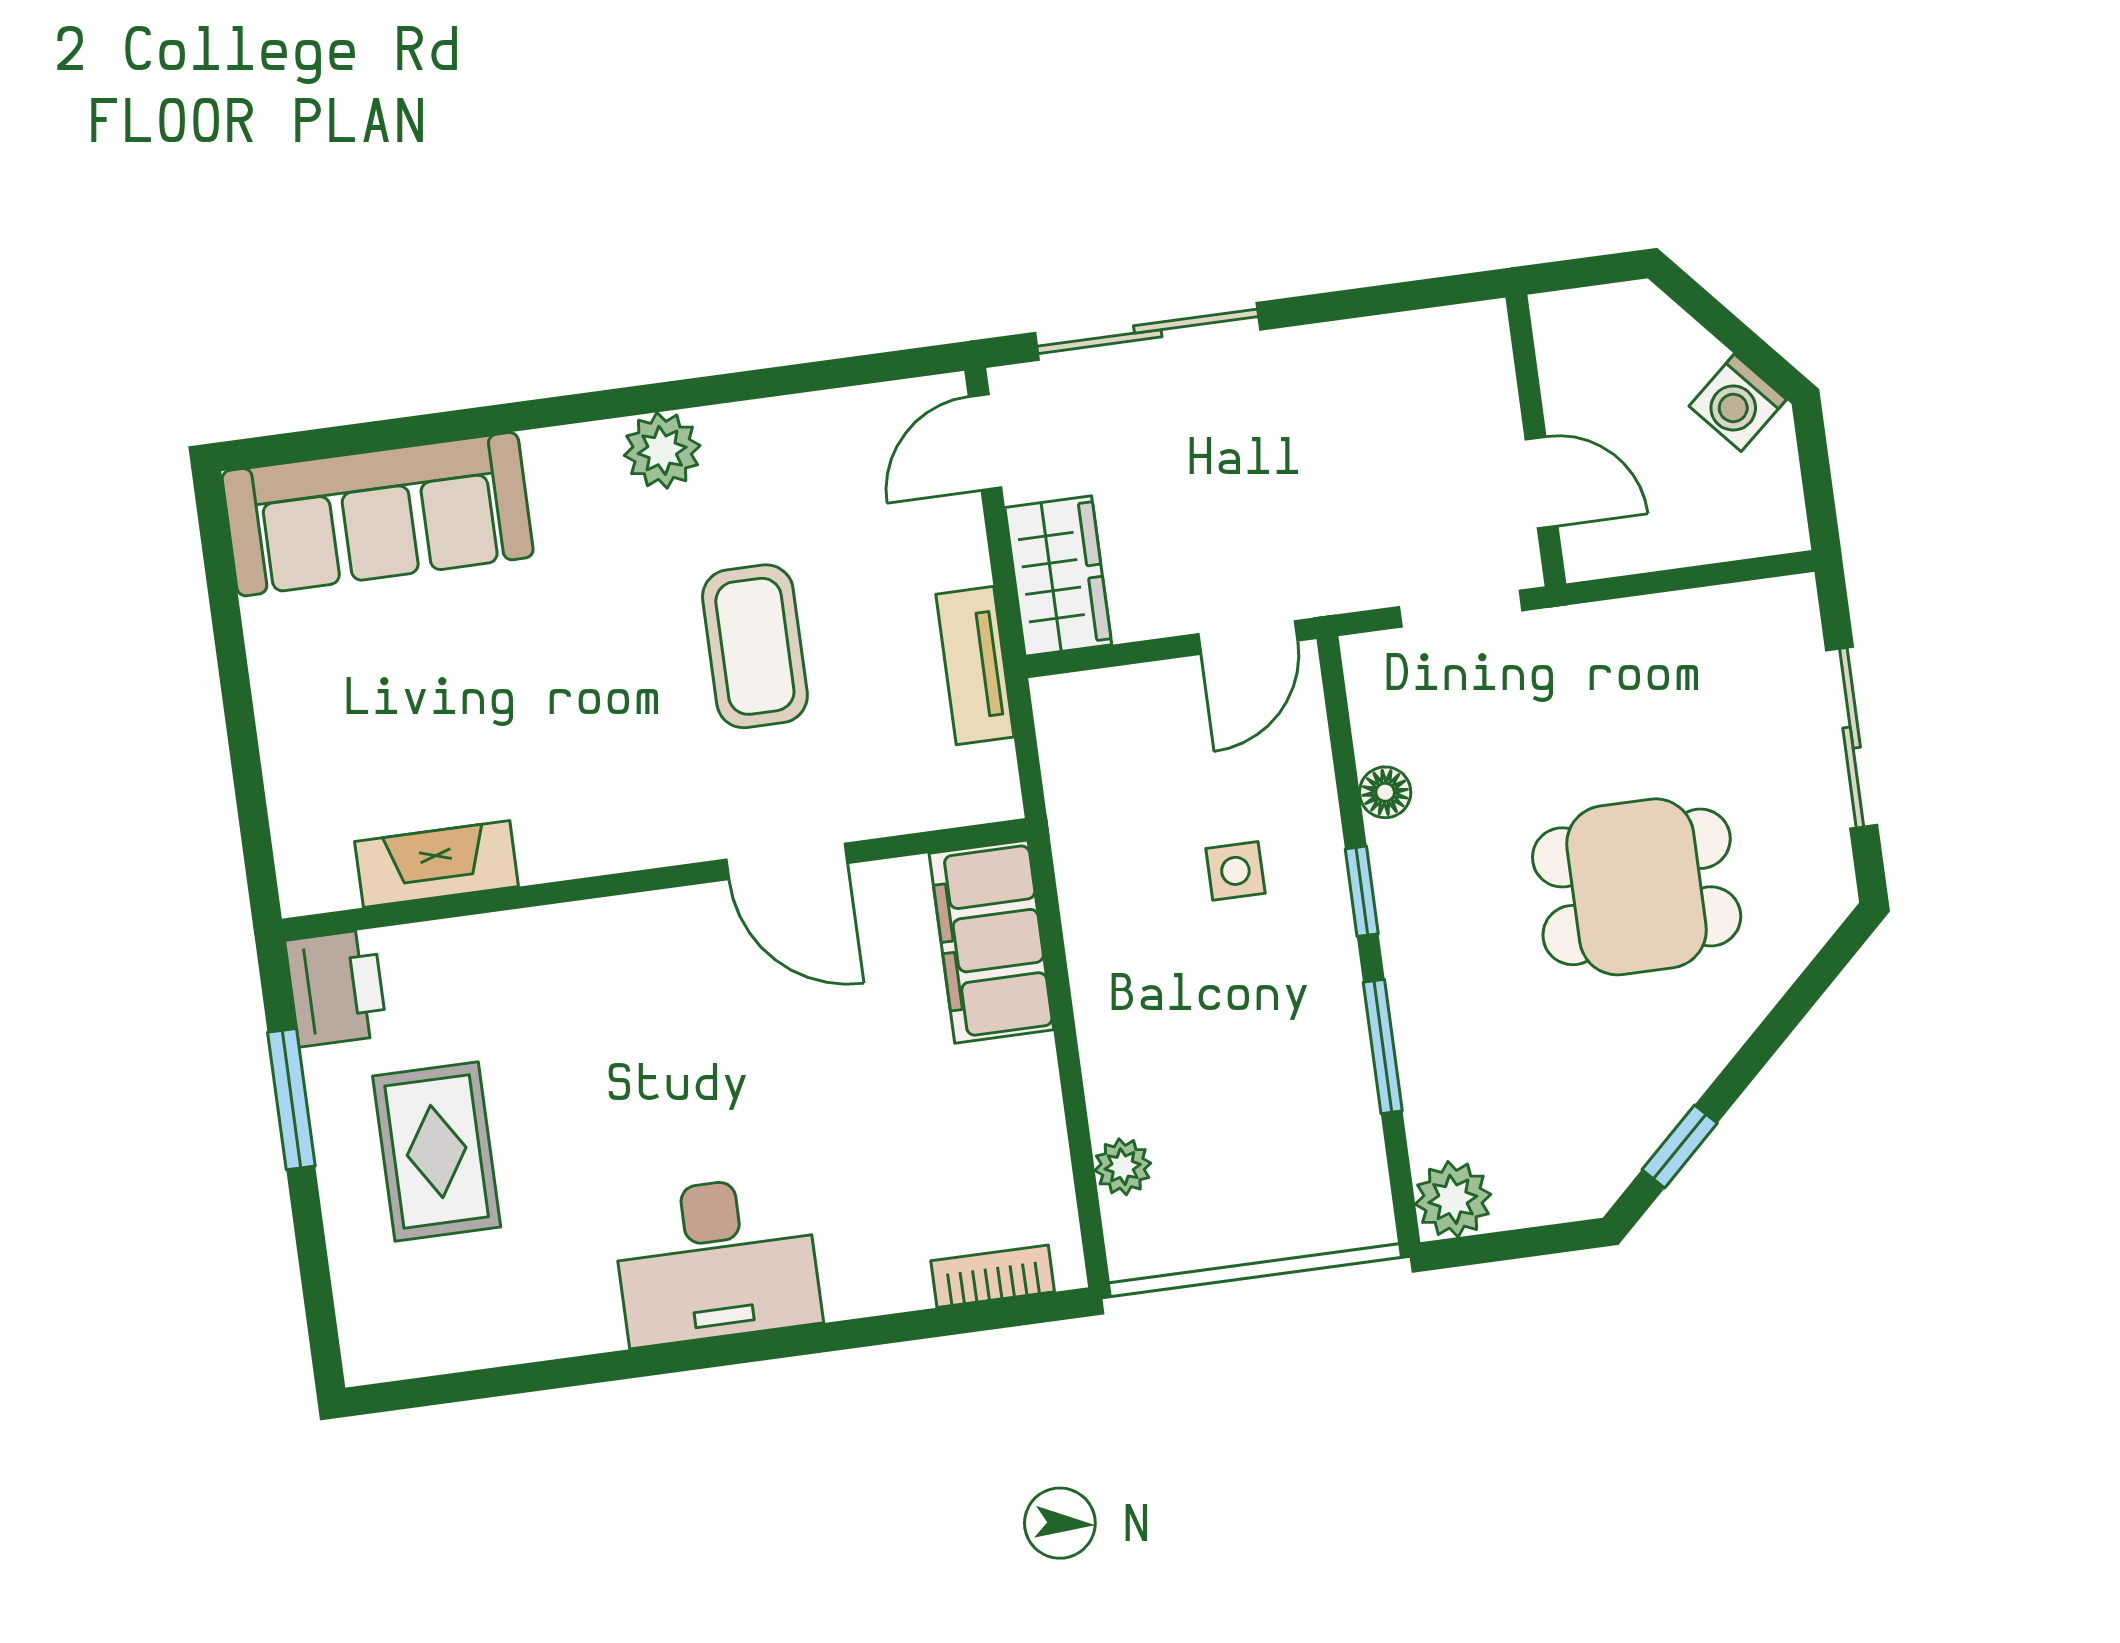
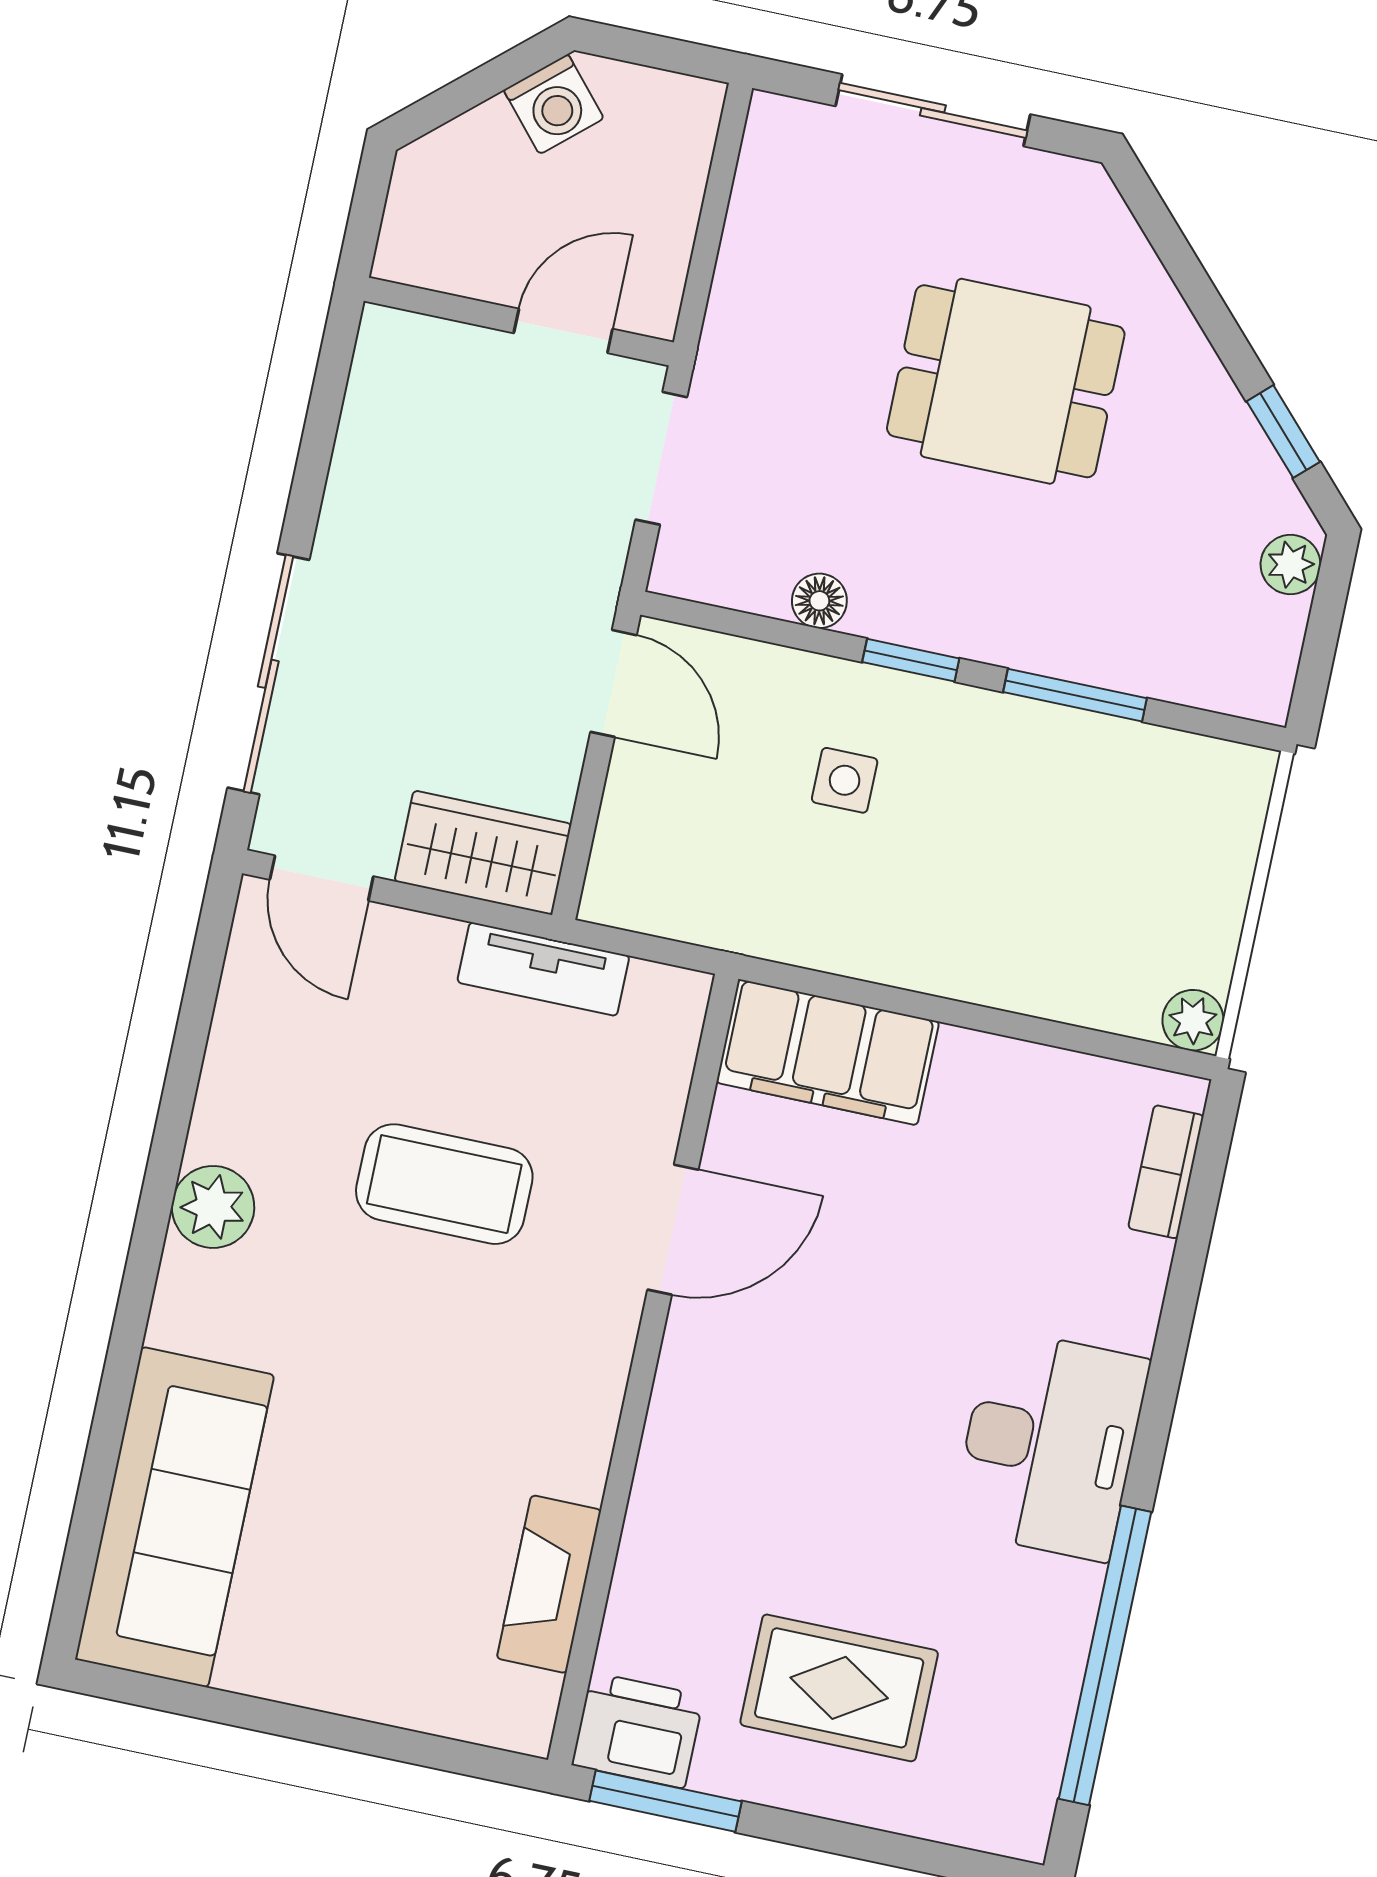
dining table: (1637, 887) -> (1006, 381), turned 90
window: (291, 1099) -> (665, 1801), moved
plant: (1123, 1167) -> (1193, 1020), moved
plant: (1453, 1199) -> (1291, 565), moved, width x0.73, depth x0.73
window: (549, 1375) -> (1105, 1655), added

